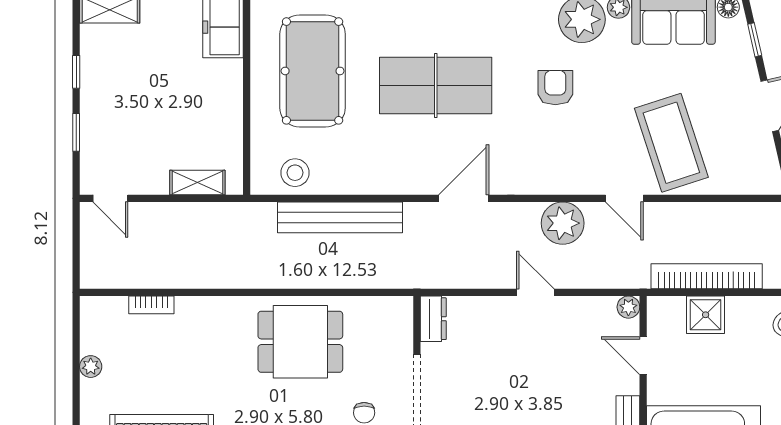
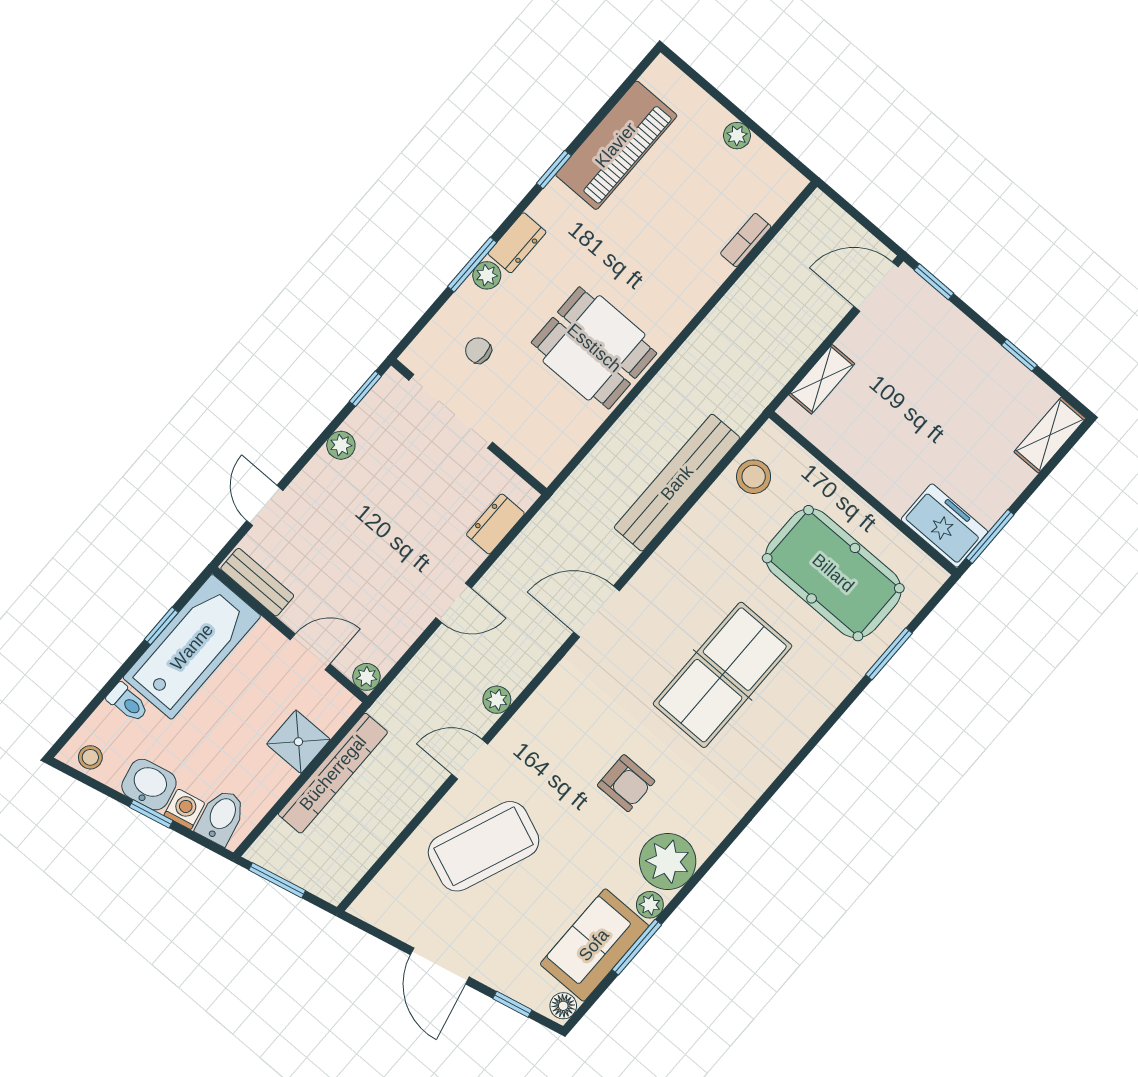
window: (76, 132) -> (934, 282), moved
coffee table: (671, 143) -> (484, 846), turned -50
door: (110, 198) -> (876, 287), width x1.38
door: (464, 198) -> (597, 611), swing flipped
plant: (563, 223) -> (497, 700), width x0.53, depth x0.53
dresser: (433, 319) -> (495, 524), moved, turned 90
dining table: (300, 342) -> (594, 348), turned 90

